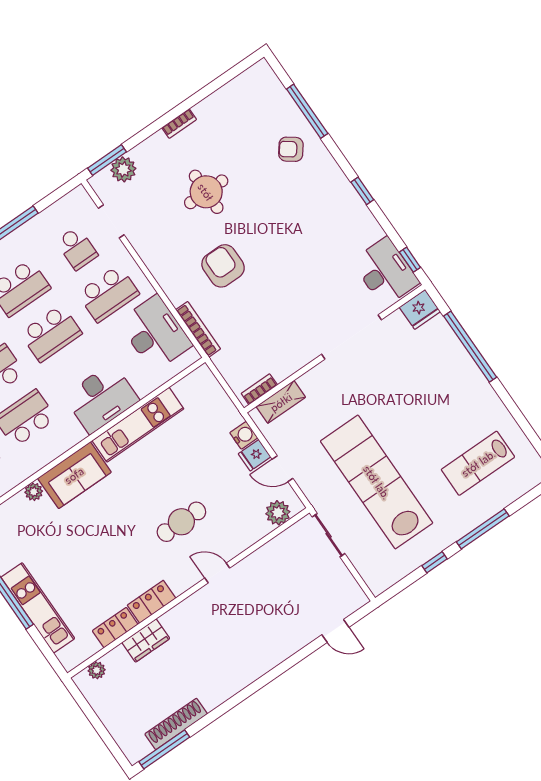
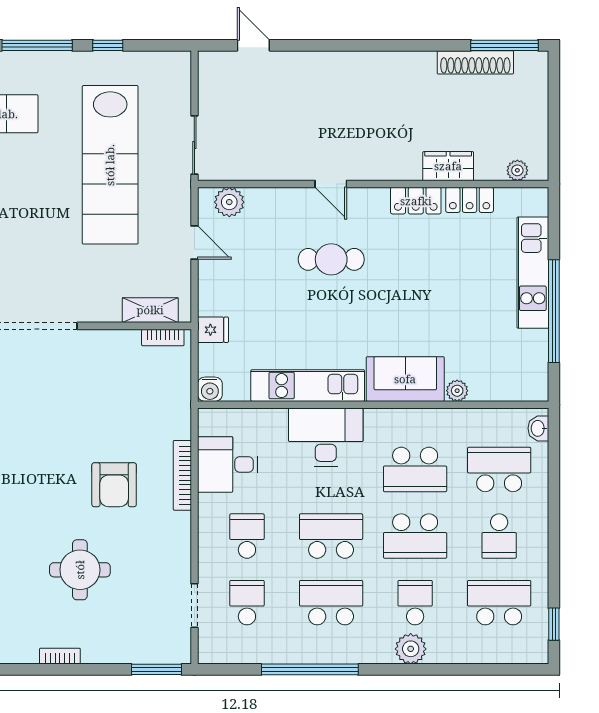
plant: (123, 169) -> (147, 649), removed
school desk: (108, 294) -> (247, 536), width x0.54
bookcase: (198, 329) -> (182, 475), moved
desk: (155, 333) -> (228, 464), width x0.73
water cooler: (244, 435) -> (210, 389), moved, turned -90
fridge: (255, 455) -> (213, 330), moved

